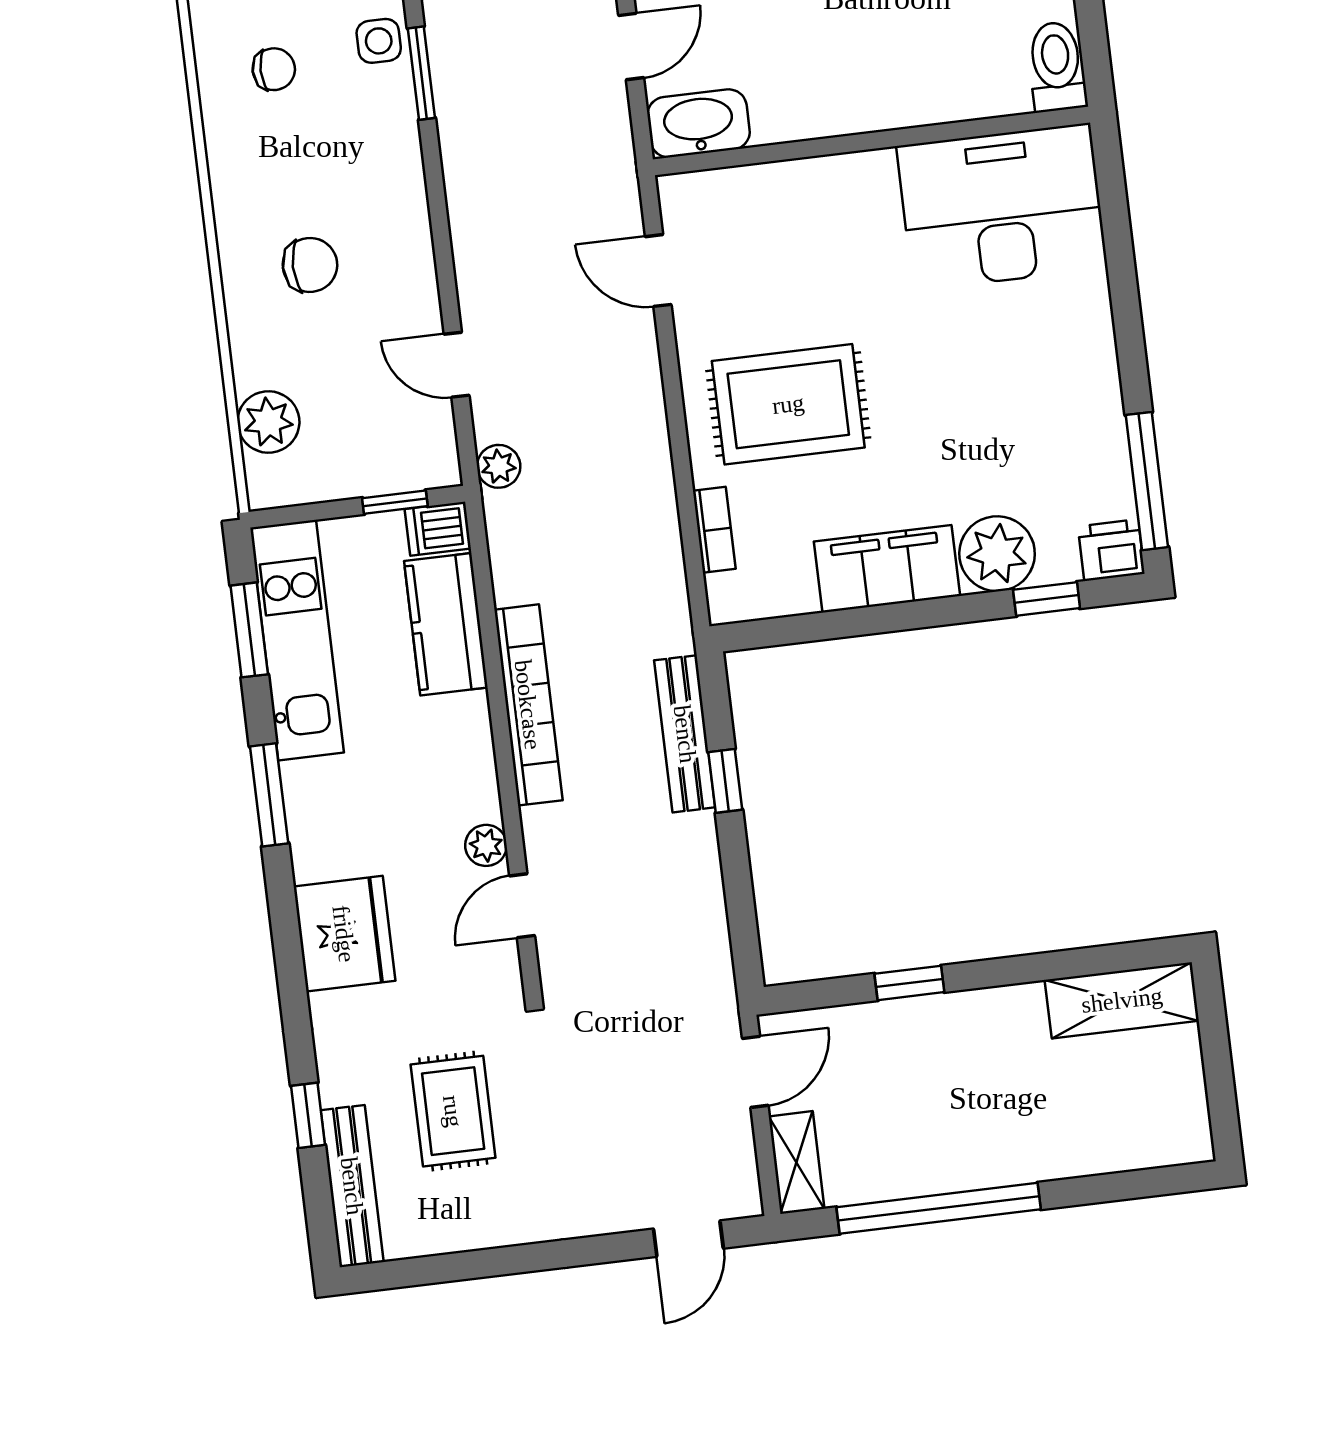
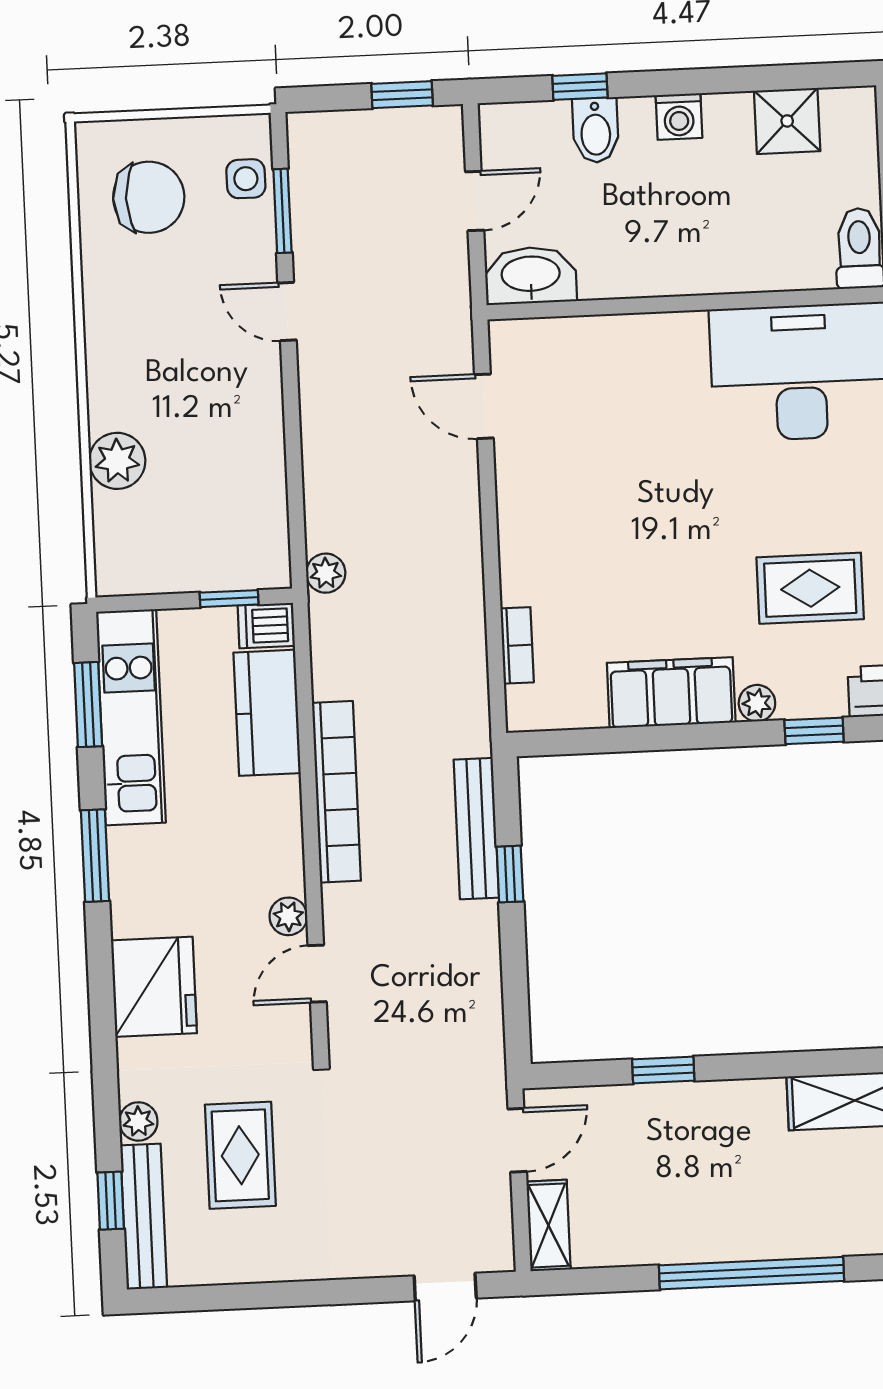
chair: (274, 69) -> (149, 197), width x1.87, depth x1.87
chair: (310, 265) -> (168, 377), removed
door: (457, 365) -> (287, 312), moved
rug: (788, 404) -> (810, 588), moved, width x0.73, depth x0.70
plant: (268, 422) -> (117, 461), moved
plant: (997, 554) -> (757, 703), width x0.53, depth x0.53
plant: (339, 1082) -> (138, 1121), added
window: (308, 1115) -> (111, 1201), moved
window: (939, 1208) -> (751, 1273), moved

